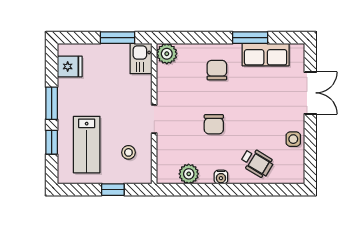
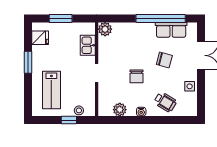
window: (118, 38) -> (61, 18), moved
window: (250, 38) -> (161, 18), width x2.11
kitchen sink: (141, 59) -> (88, 45), moved
chair: (217, 70) -> (164, 60), moved, turned 105
window: (52, 142) -> (28, 88), removed
stool: (128, 152) -> (79, 110), moved

